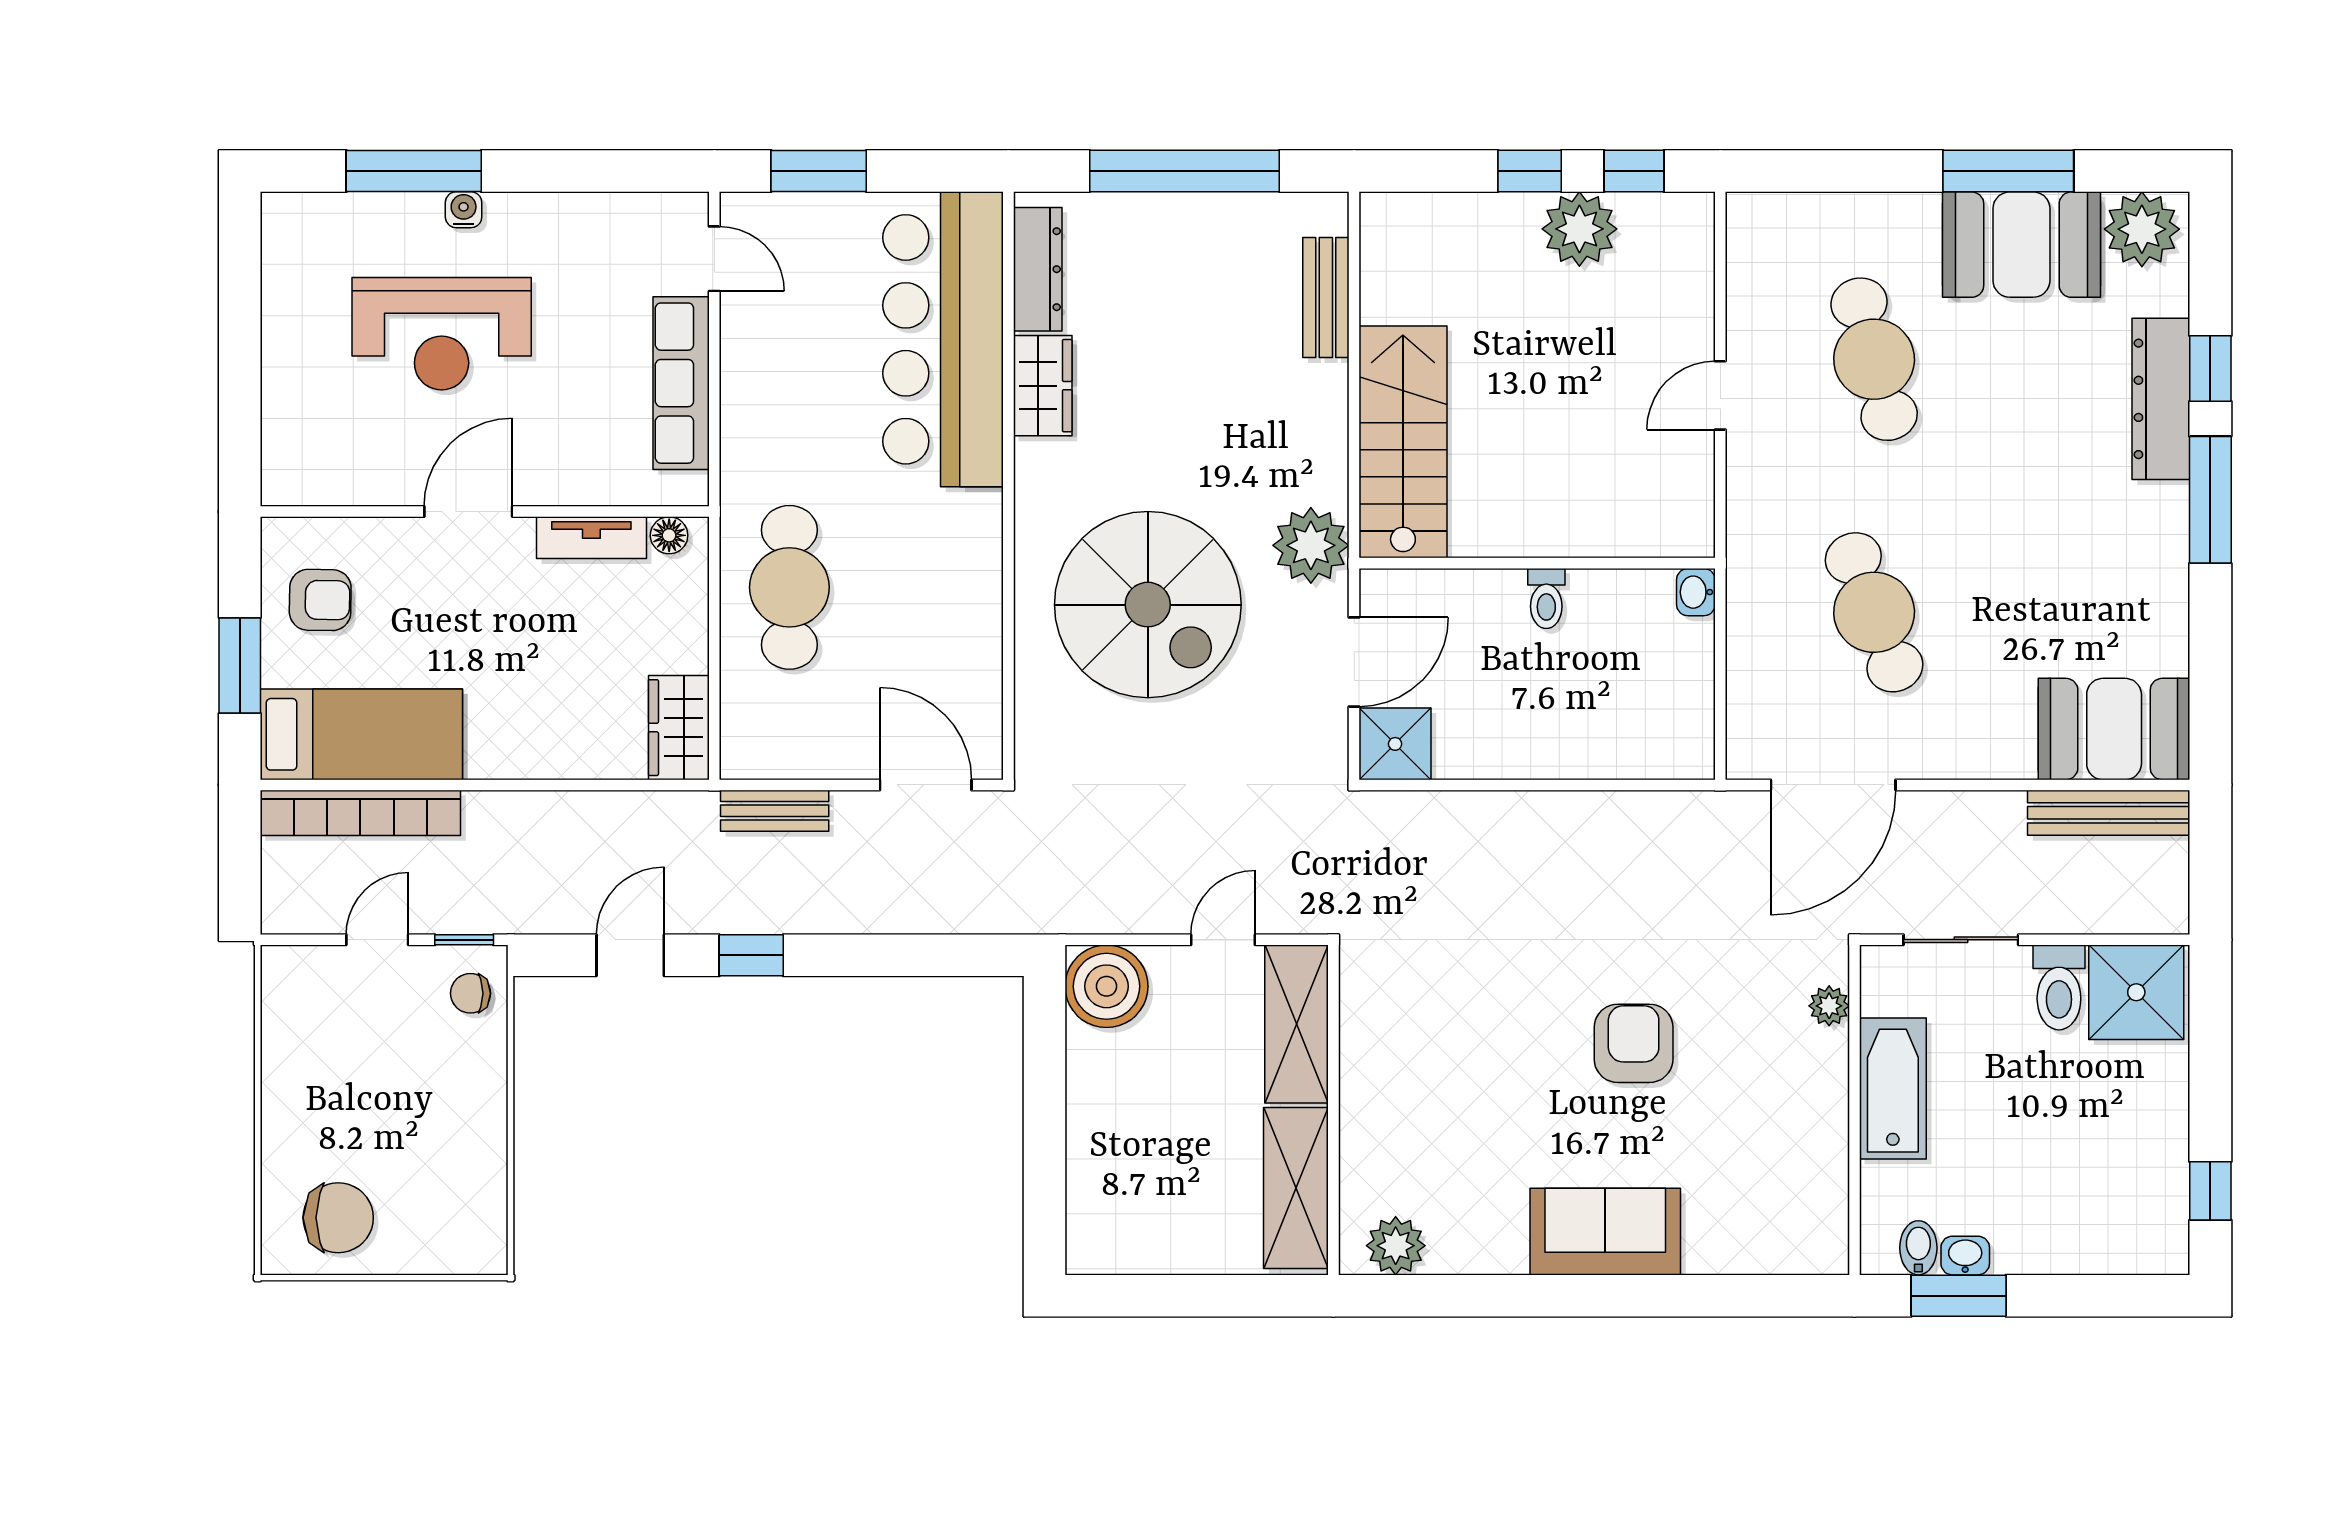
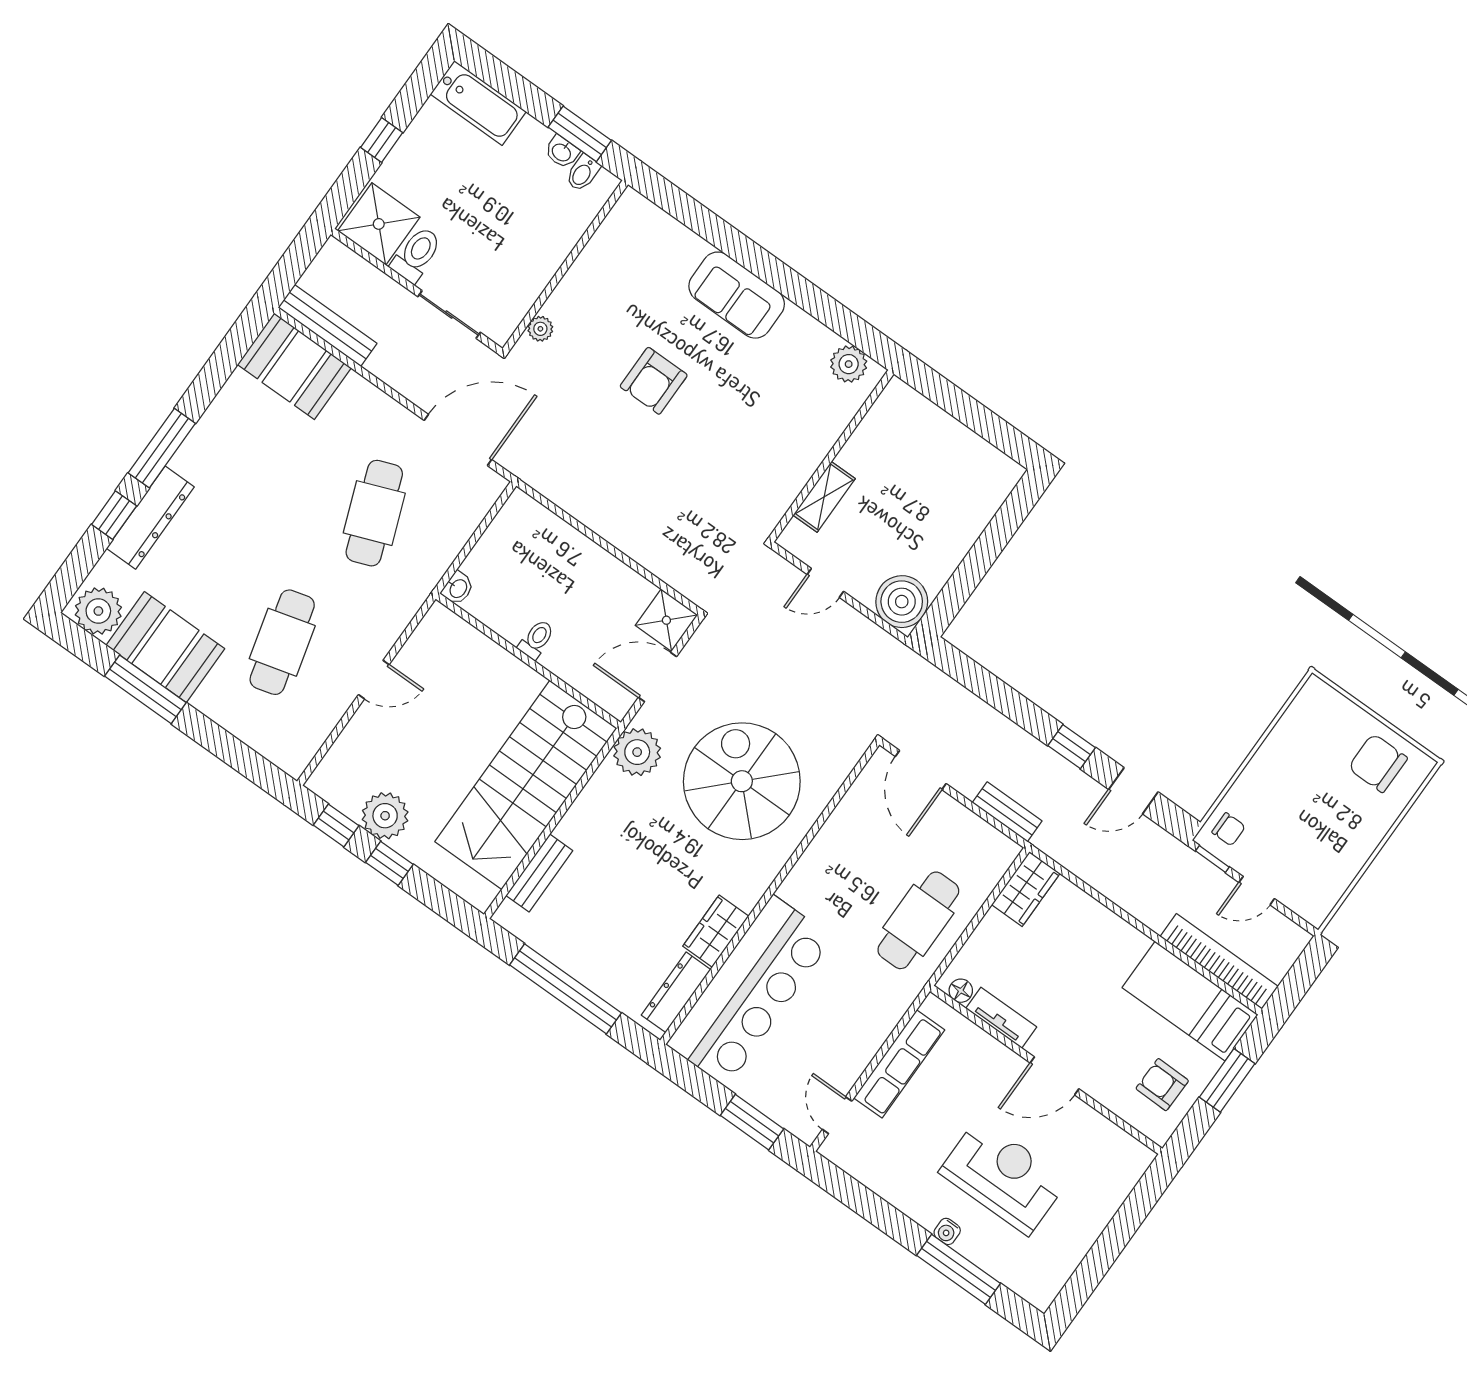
stairs: (1403, 442) -> (526, 785), width x1.36, depth x1.51
shelving: (1297, 1024) -> (824, 497), width x0.67, depth x0.75
bathtub: (1893, 1088) -> (478, 103), moved, turned -90
shelving: (1296, 1188) -> (878, 430), removed
window: (2210, 1191) -> (382, 140), moved

